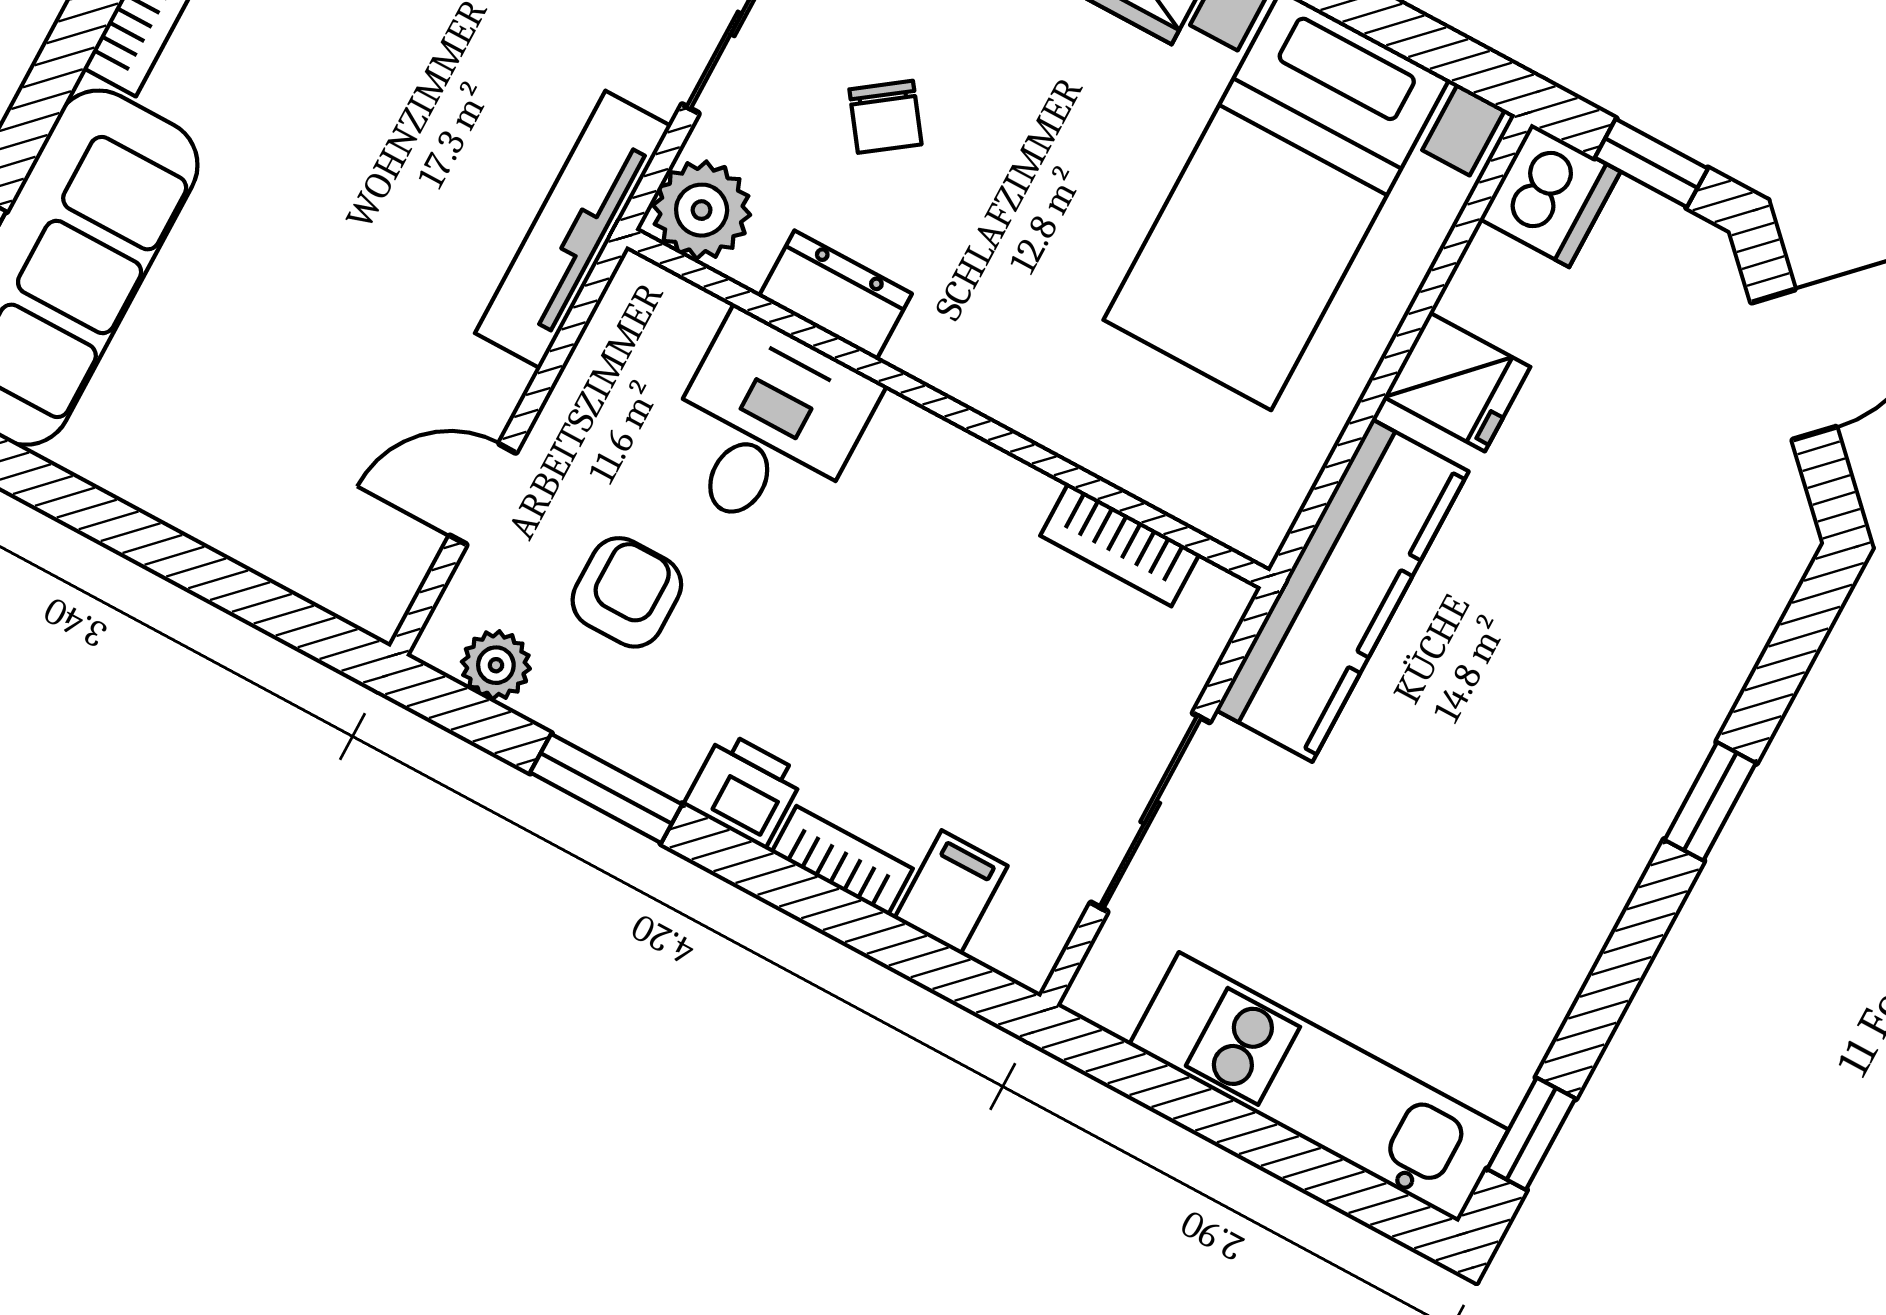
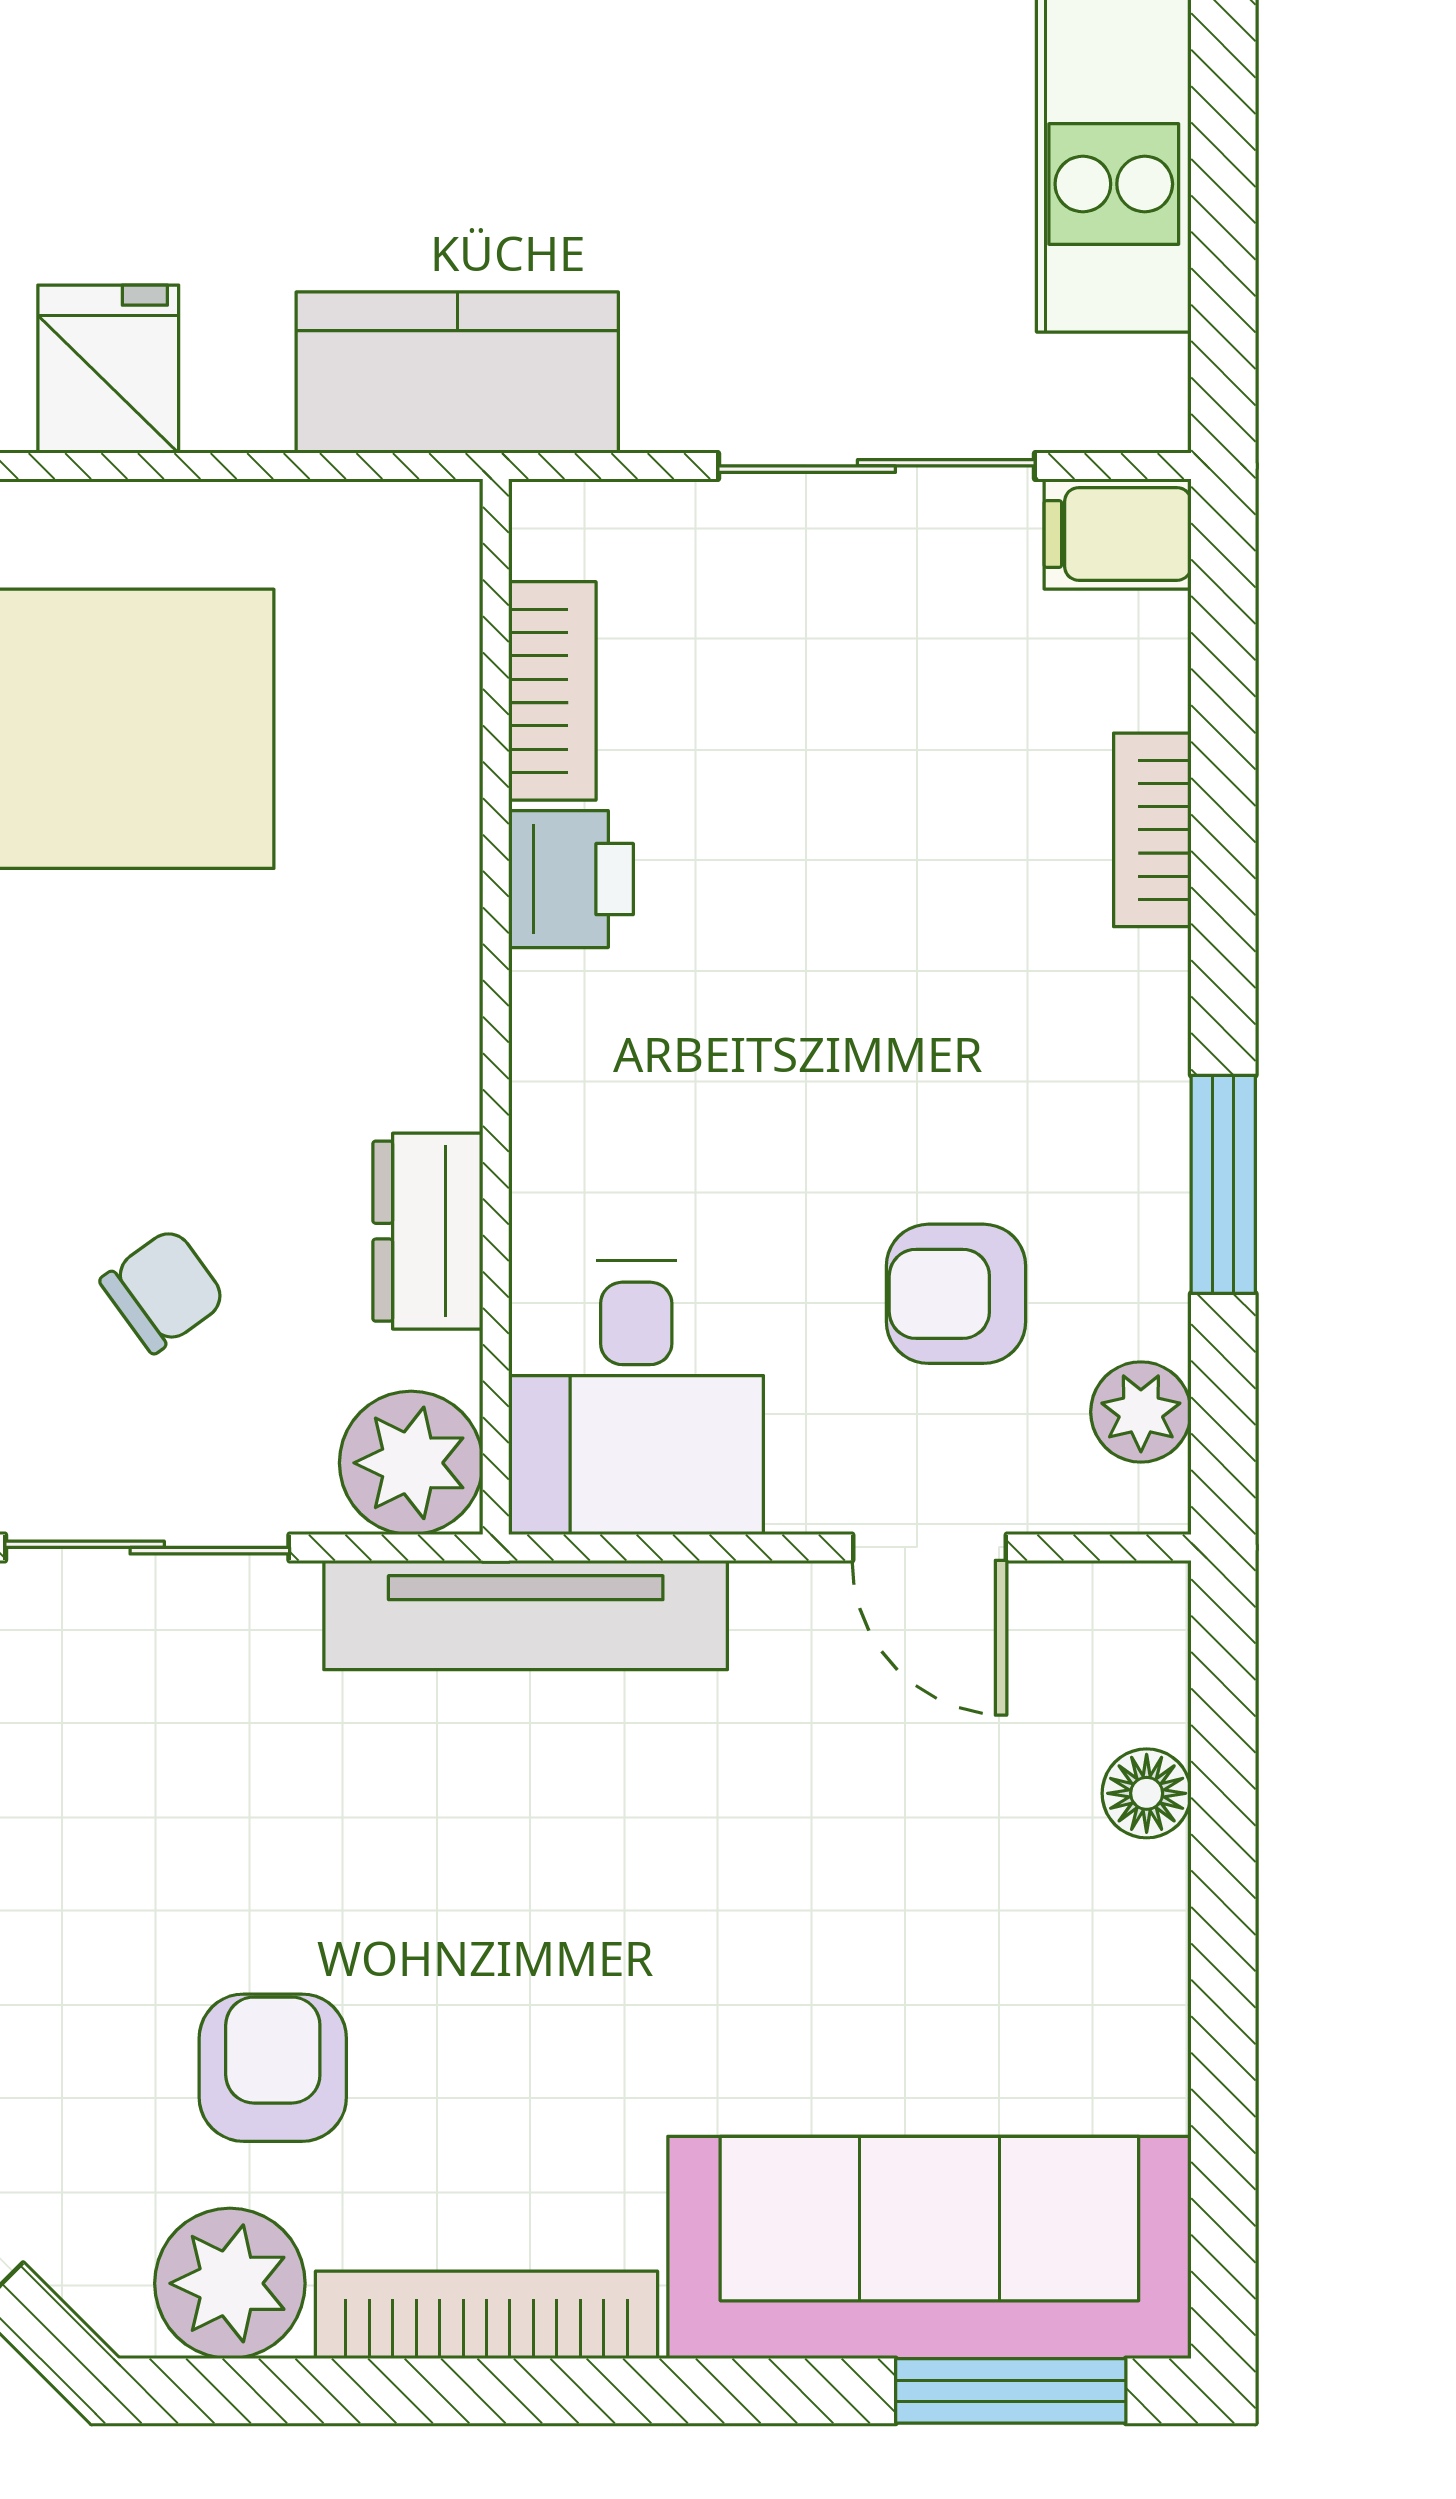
desk: (766, 427) -> (636, 1397), moved, turned -90
floor lamp: (265, 545) -> (1147, 1793), added
kitchen counter: (1342, 591) -> (457, 373), width x0.67
printer: (744, 789) -> (571, 879), moved, turned 180
filing cabinet: (951, 892) -> (1118, 534), moved

